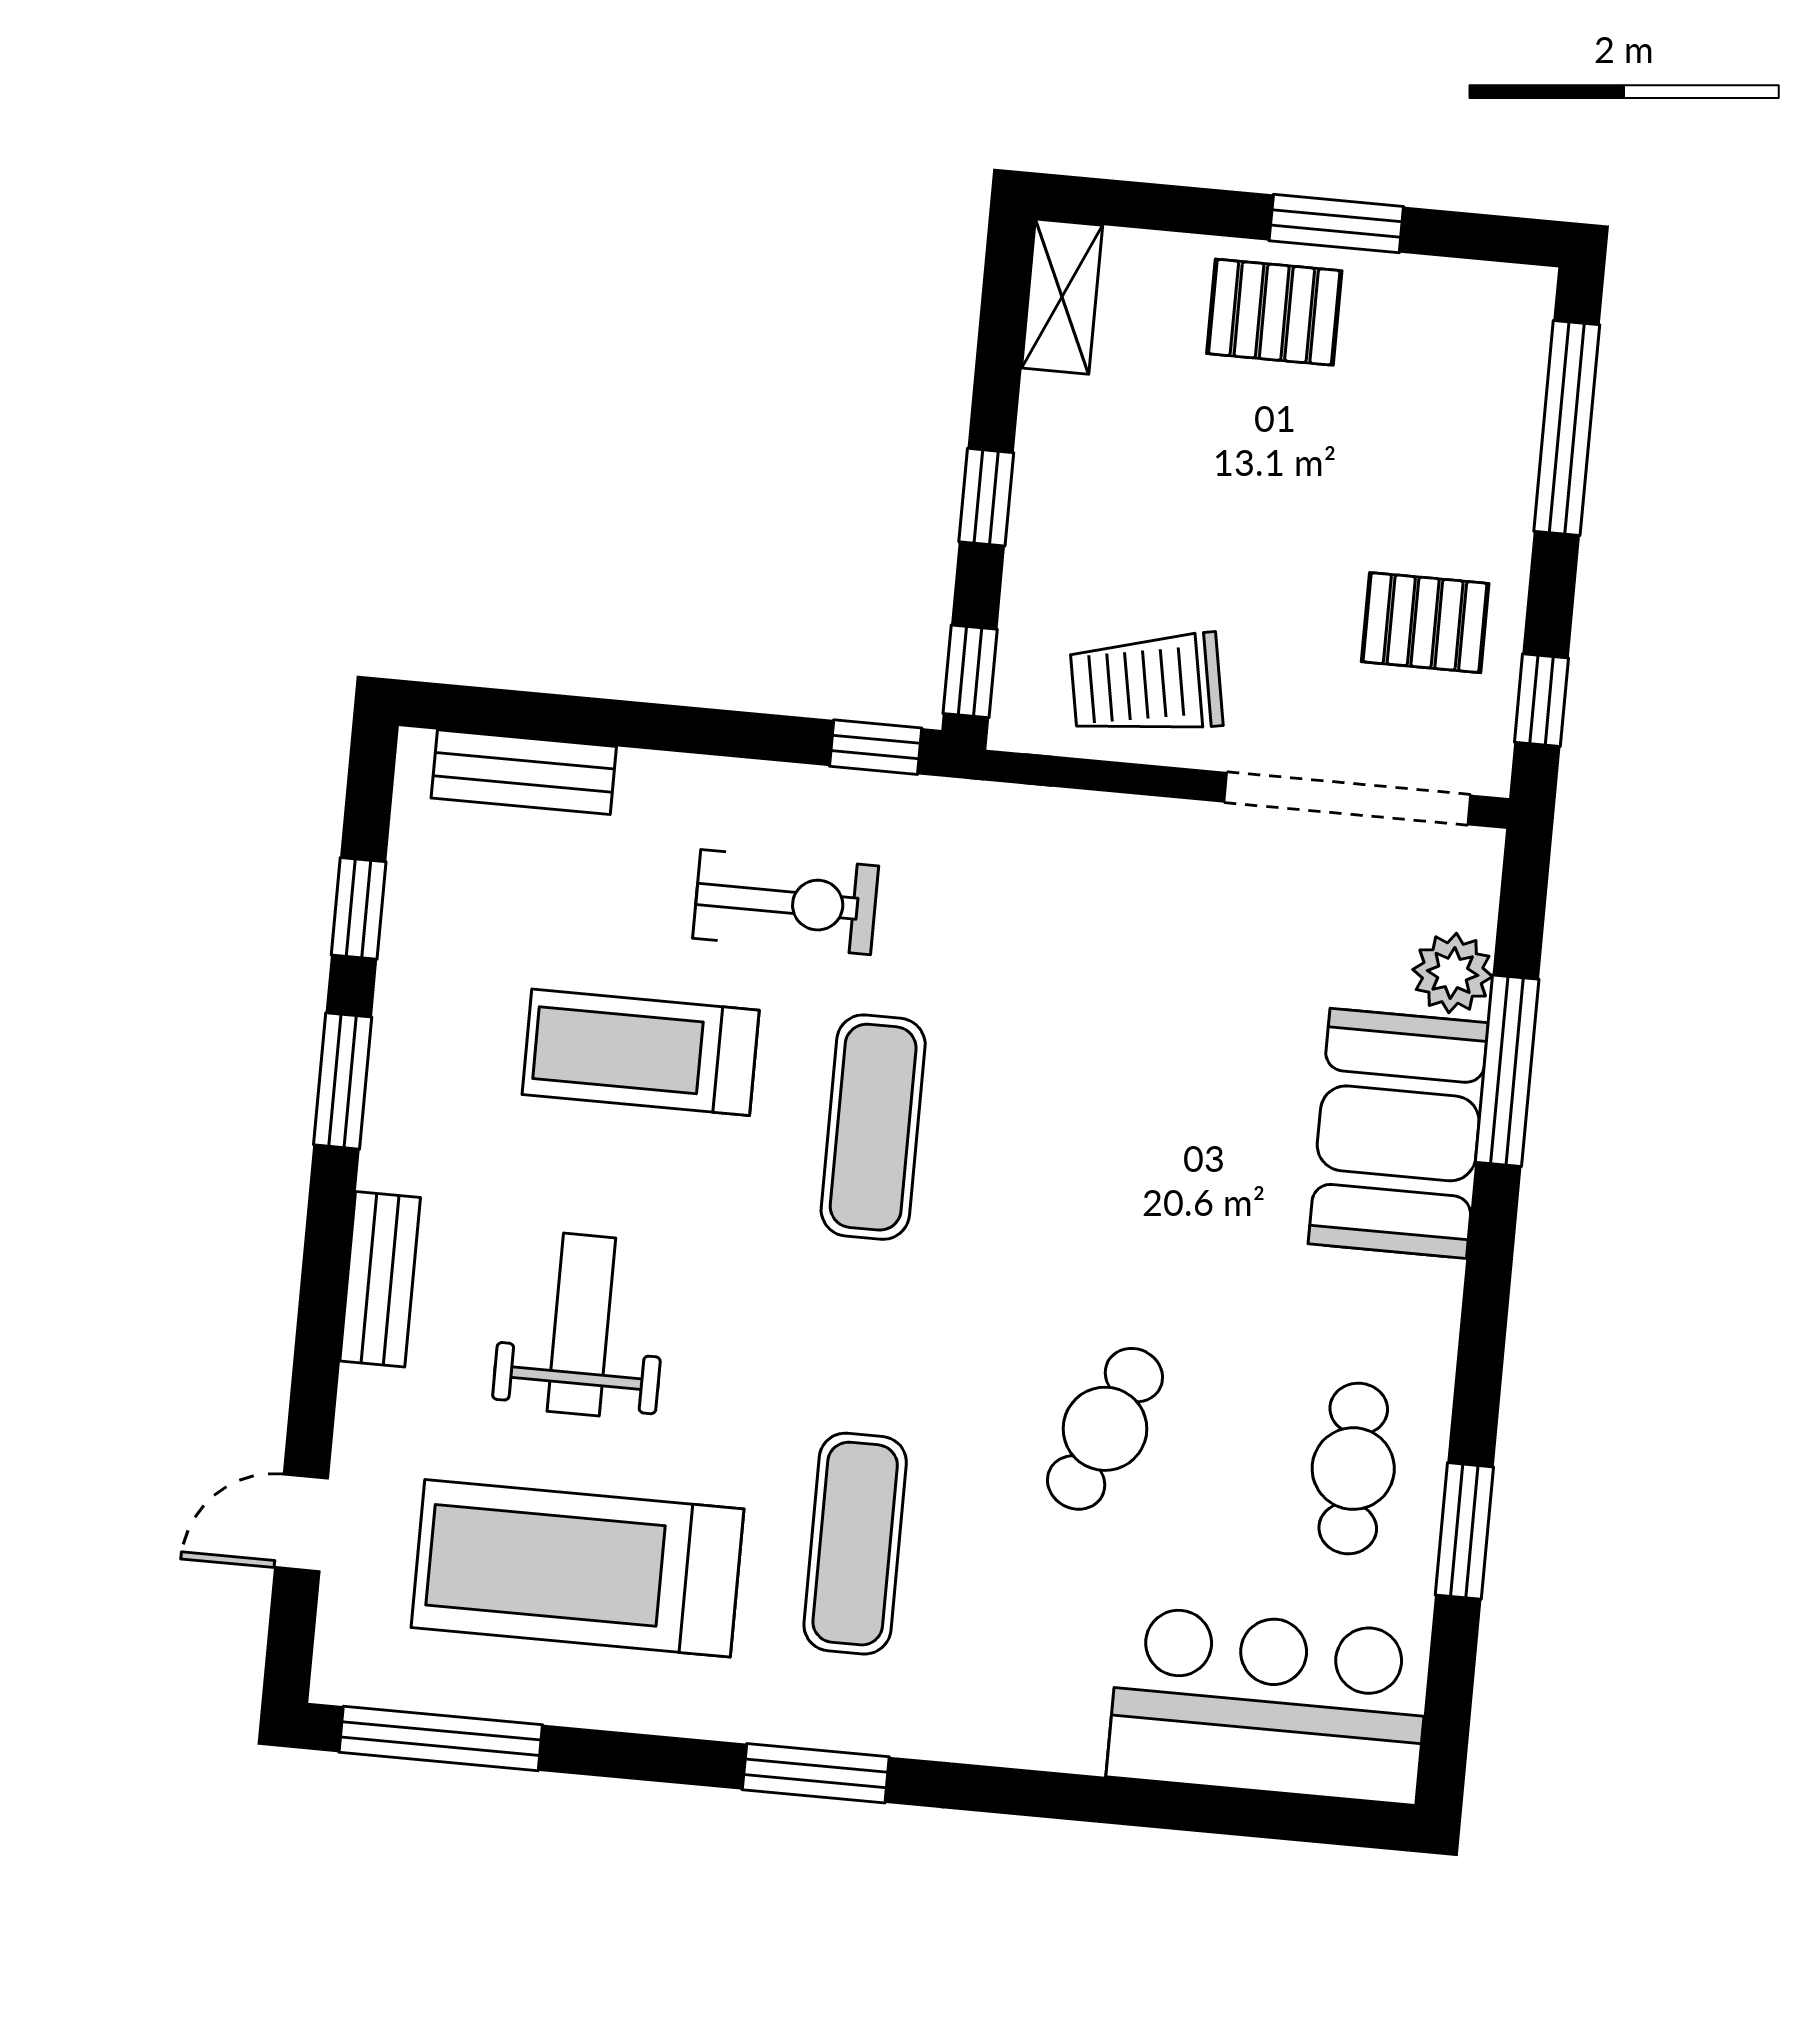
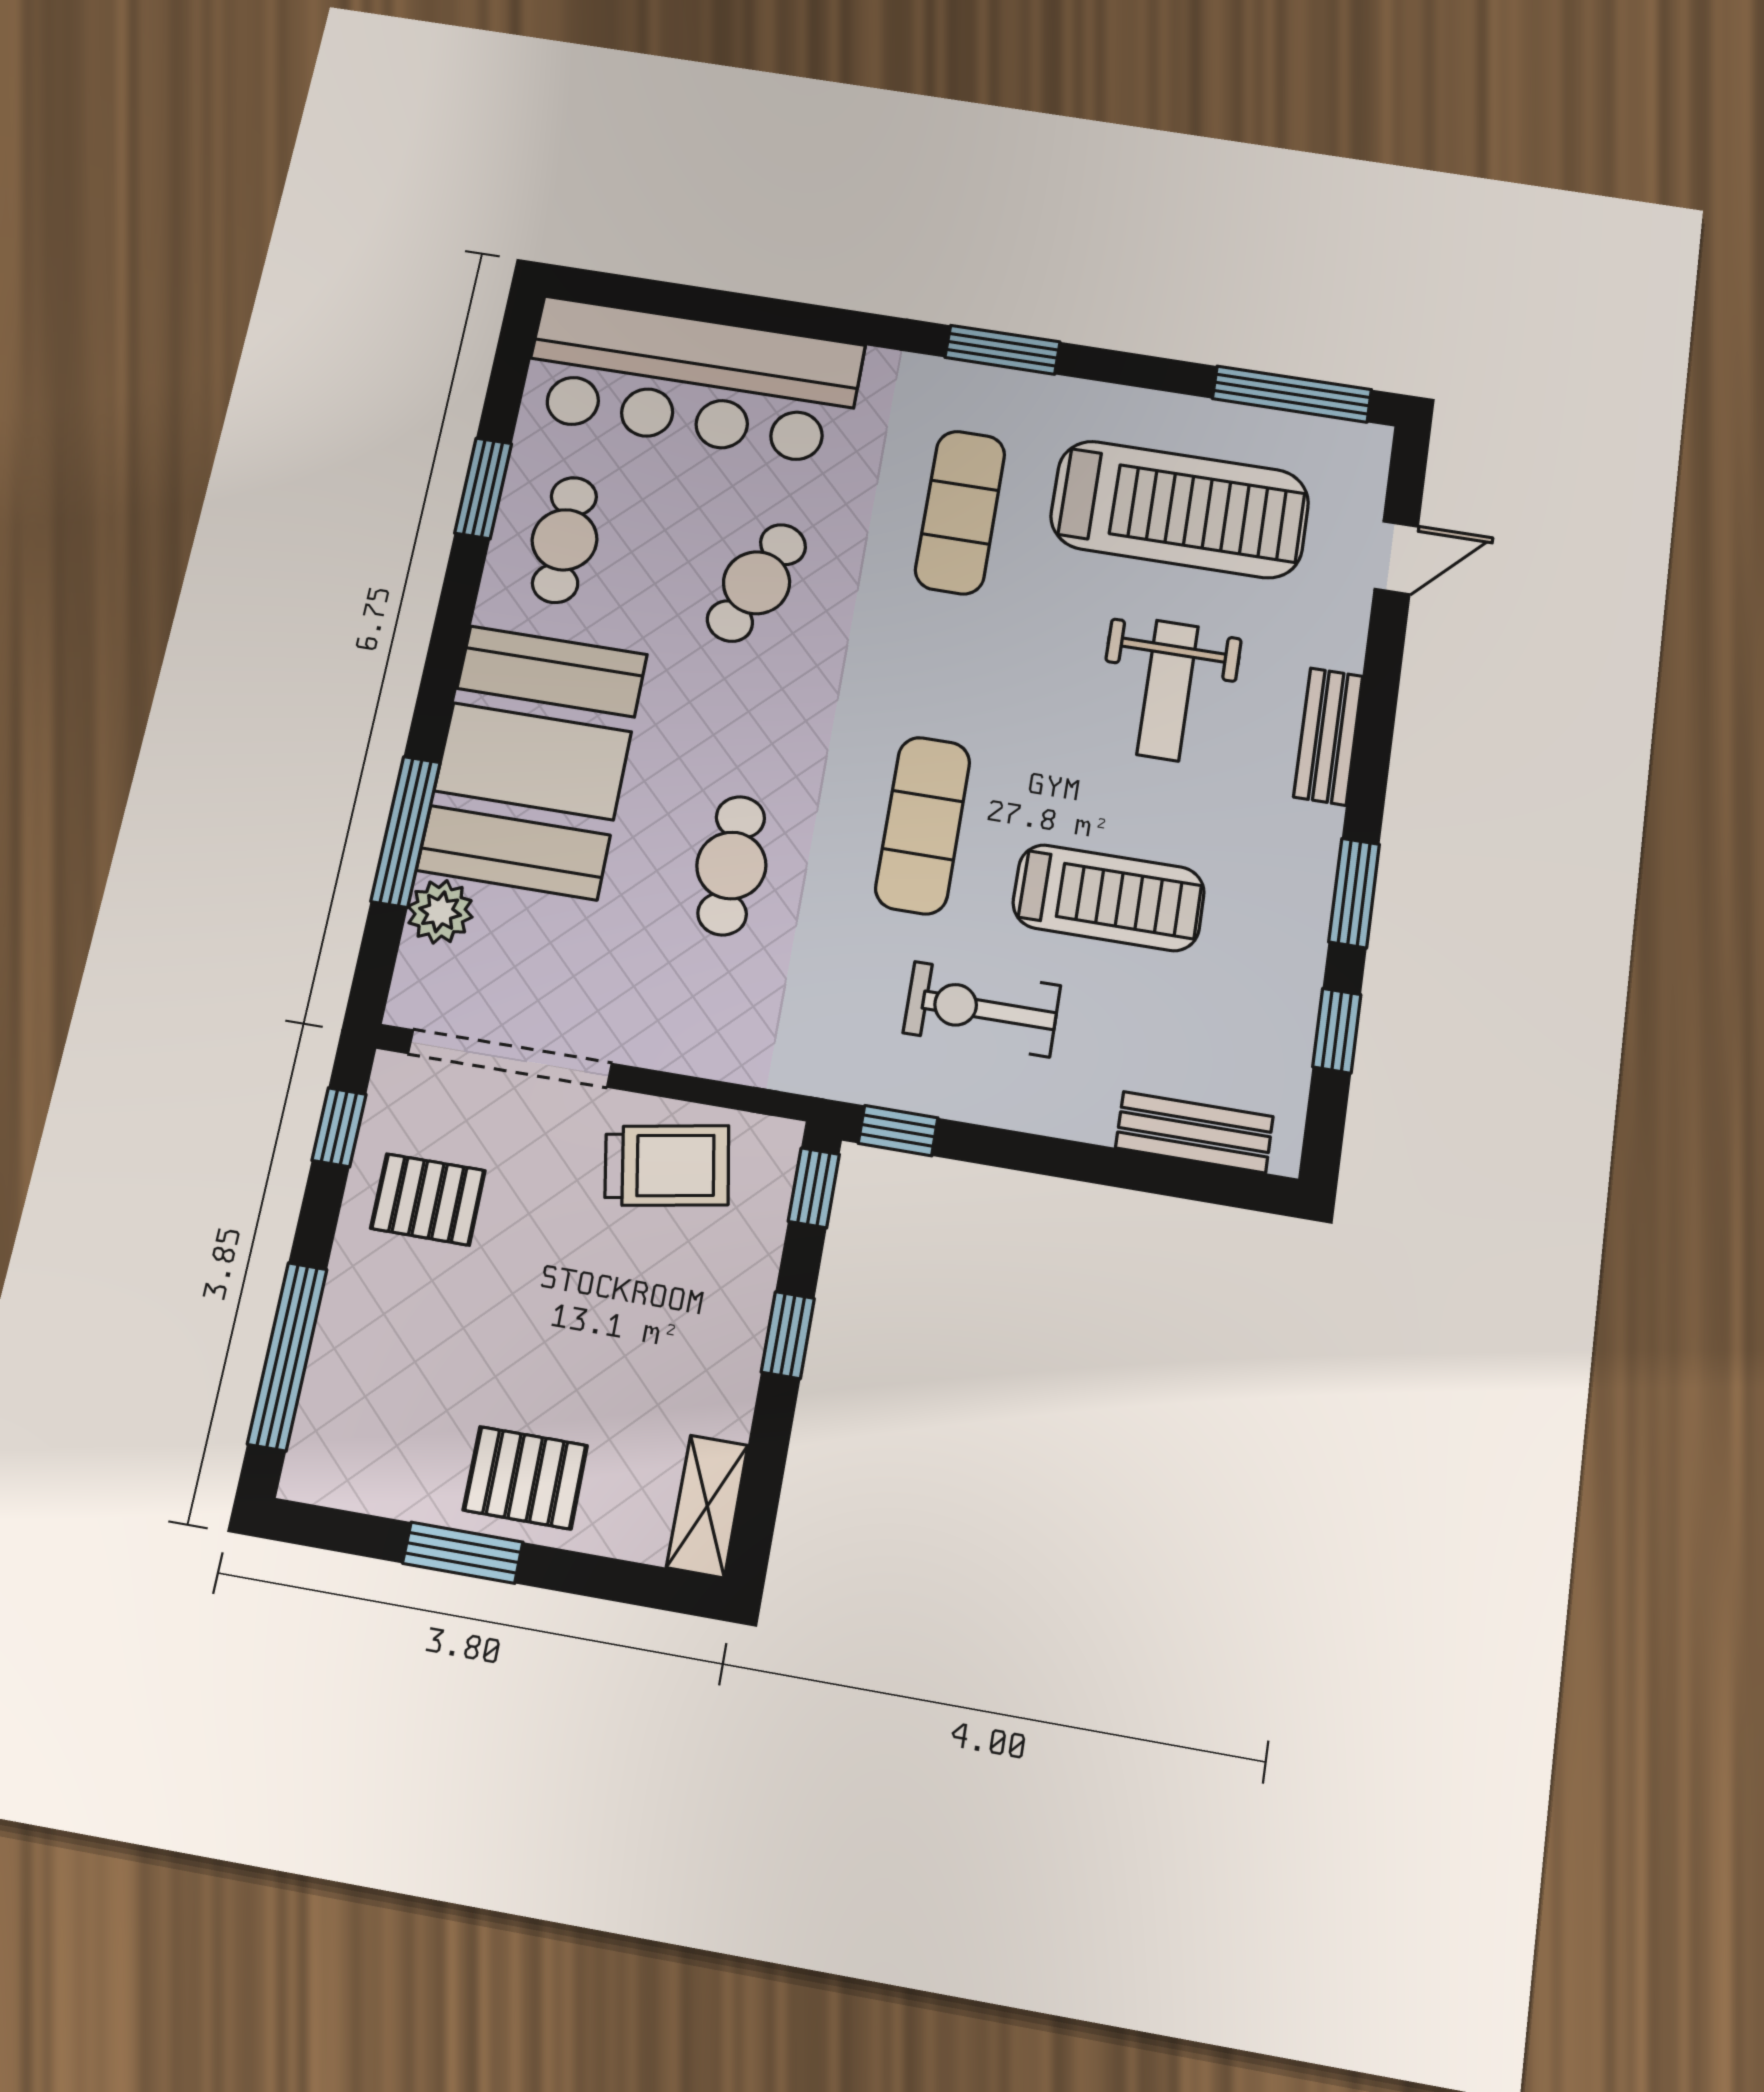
cafe table: (1103, 1058) -> (731, 865), added
booth: (1398, 1133) -> (533, 761), width x1.36, depth x1.42
bar counter: (1269, 1705) -> (692, 381), width x1.36

